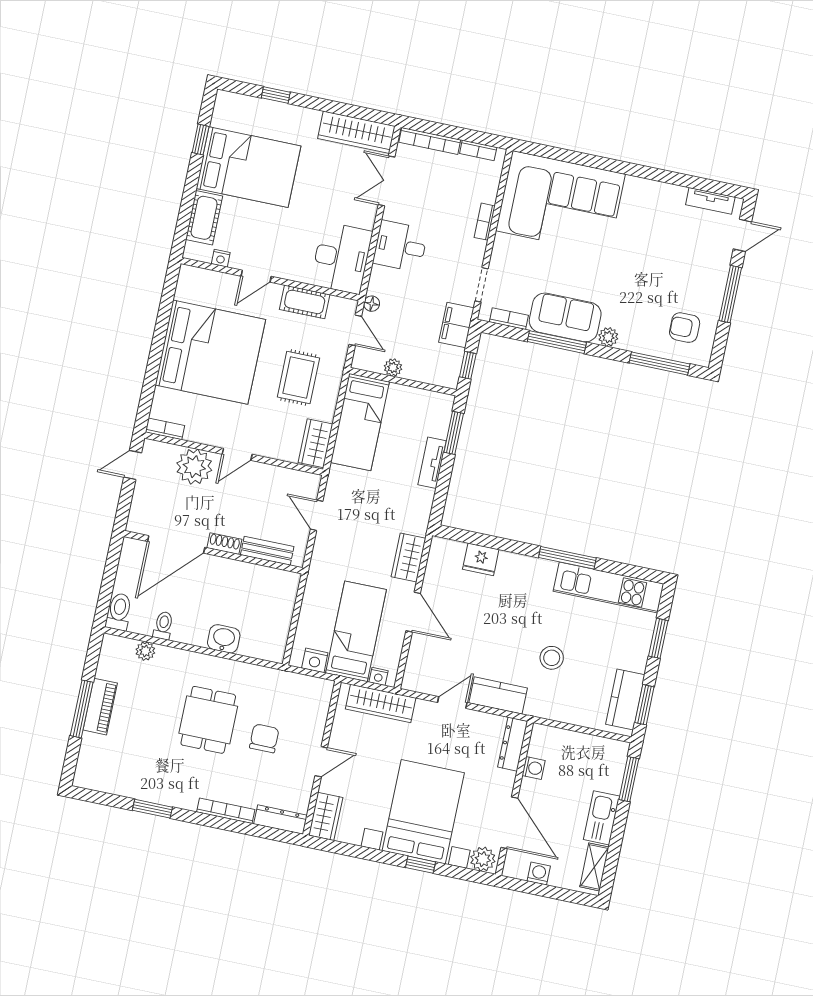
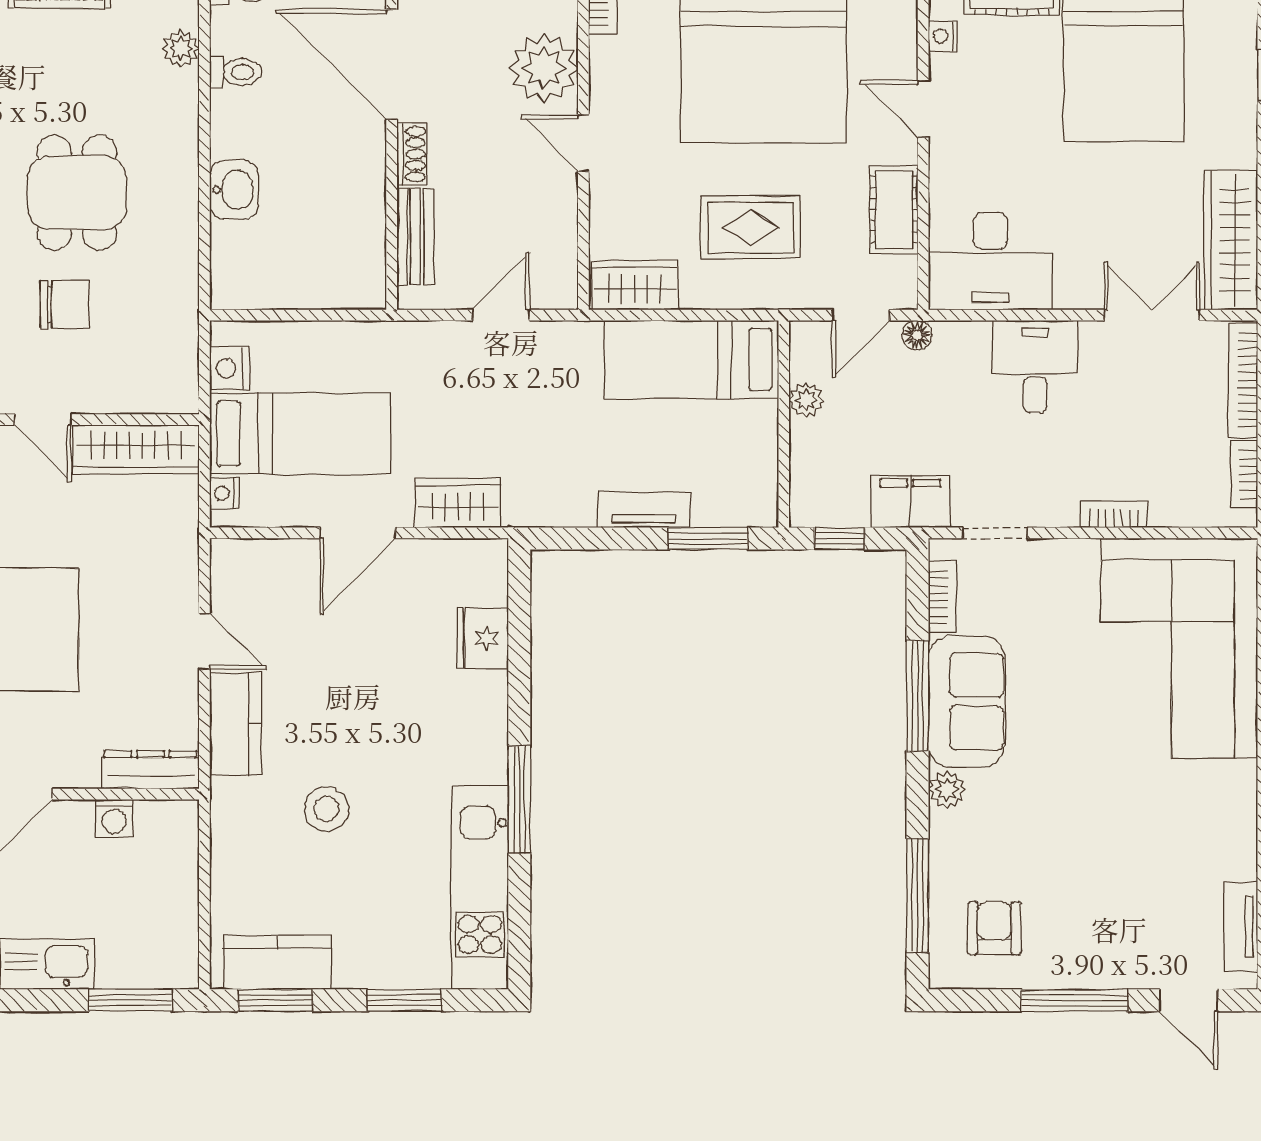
wardrobe: (381, 703) -> (136, 449), moved, turned -90
dining table: (208, 720) -> (77, 193), turned 90

